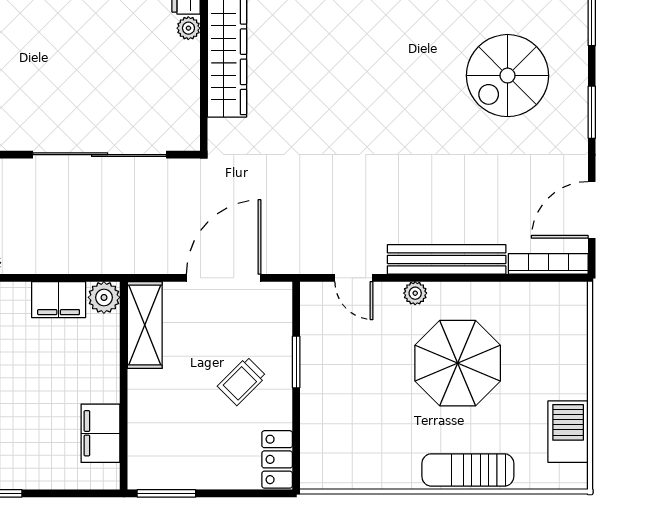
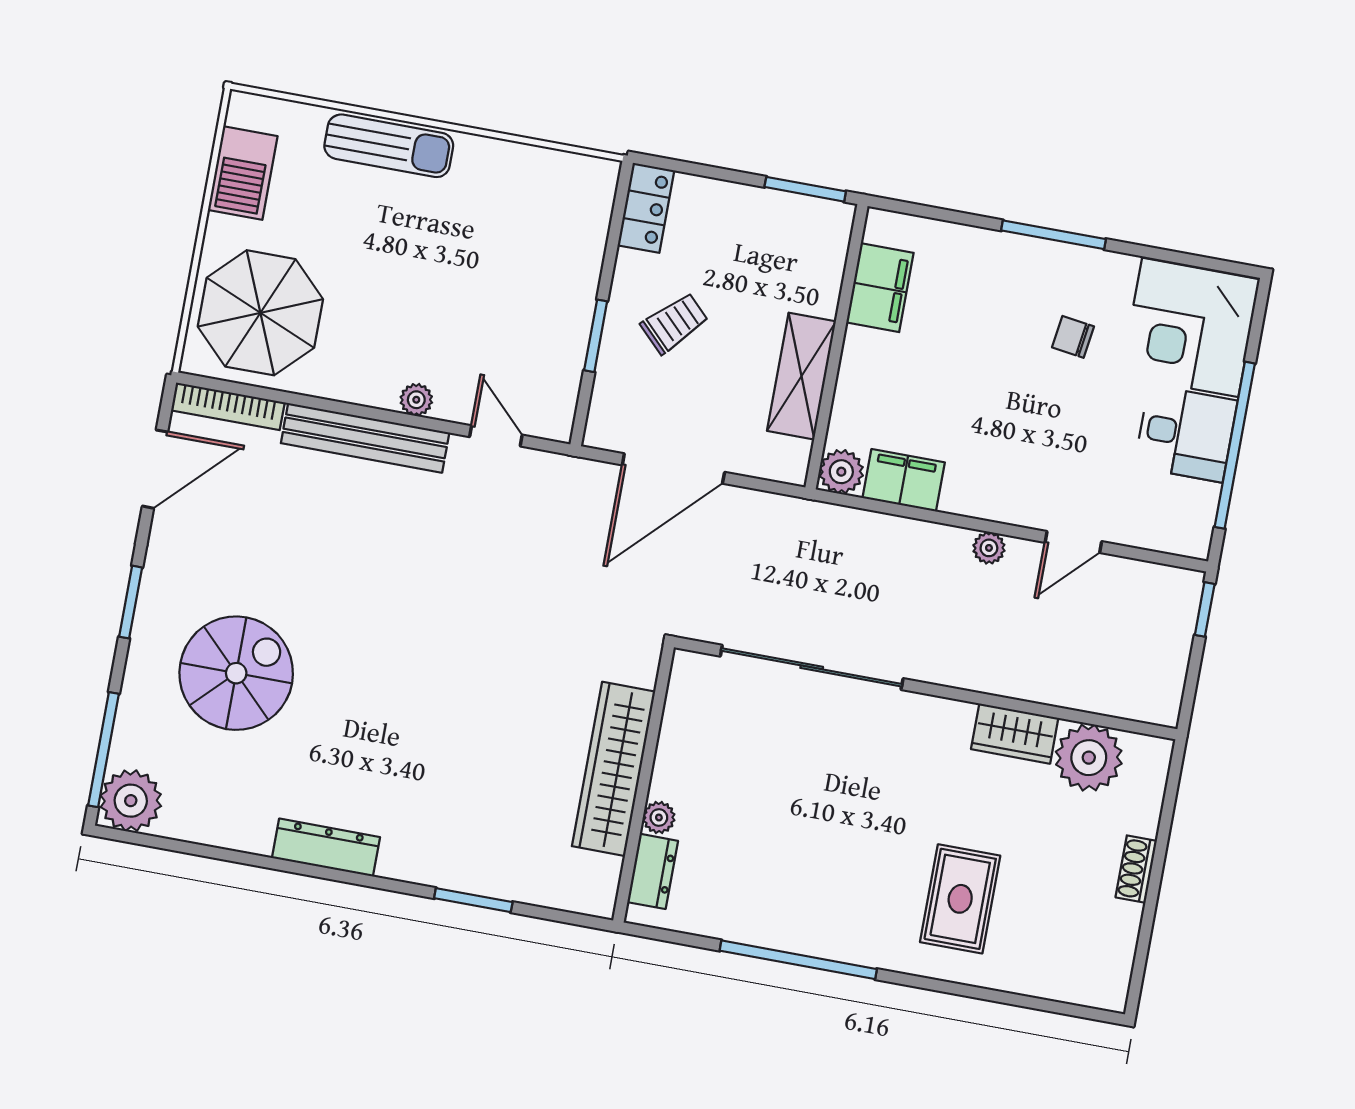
shelving: (145, 325) -> (801, 376), moved
parasol: (458, 363) -> (260, 313), moved

